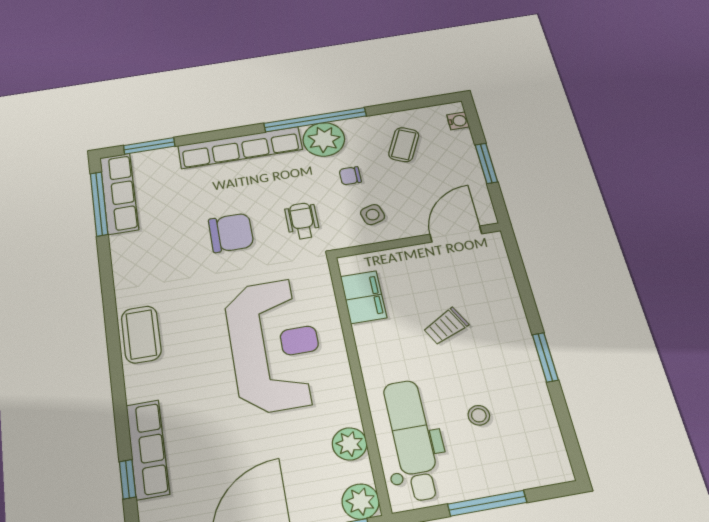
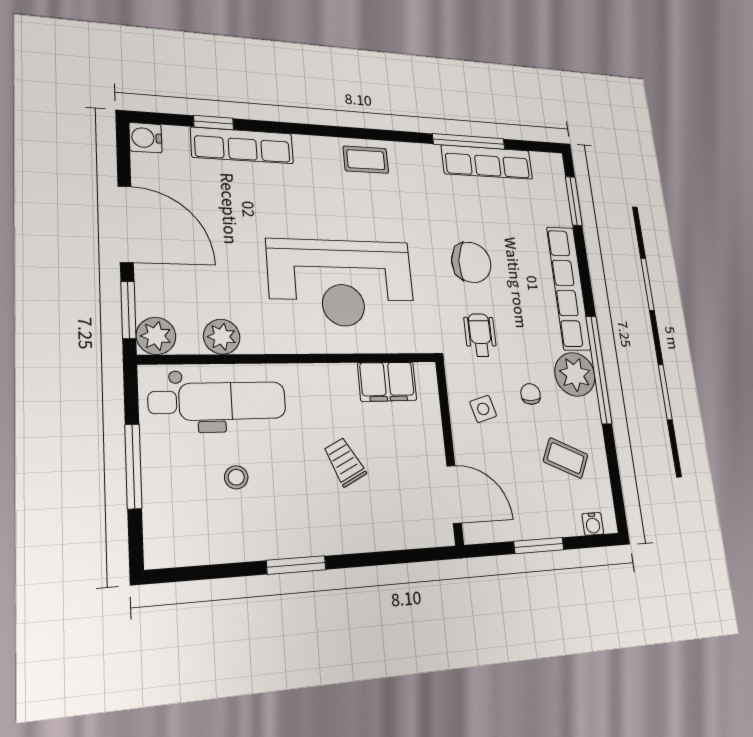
row of seats: (119, 193) -> (487, 162), moved
window: (99, 204) -> (469, 141), moved
wheelchair: (302, 221) -> (480, 335), turned -90
chair: (231, 233) -> (471, 262), turned -84
coffee table: (141, 334) -> (366, 160), width x0.73, depth x0.77

